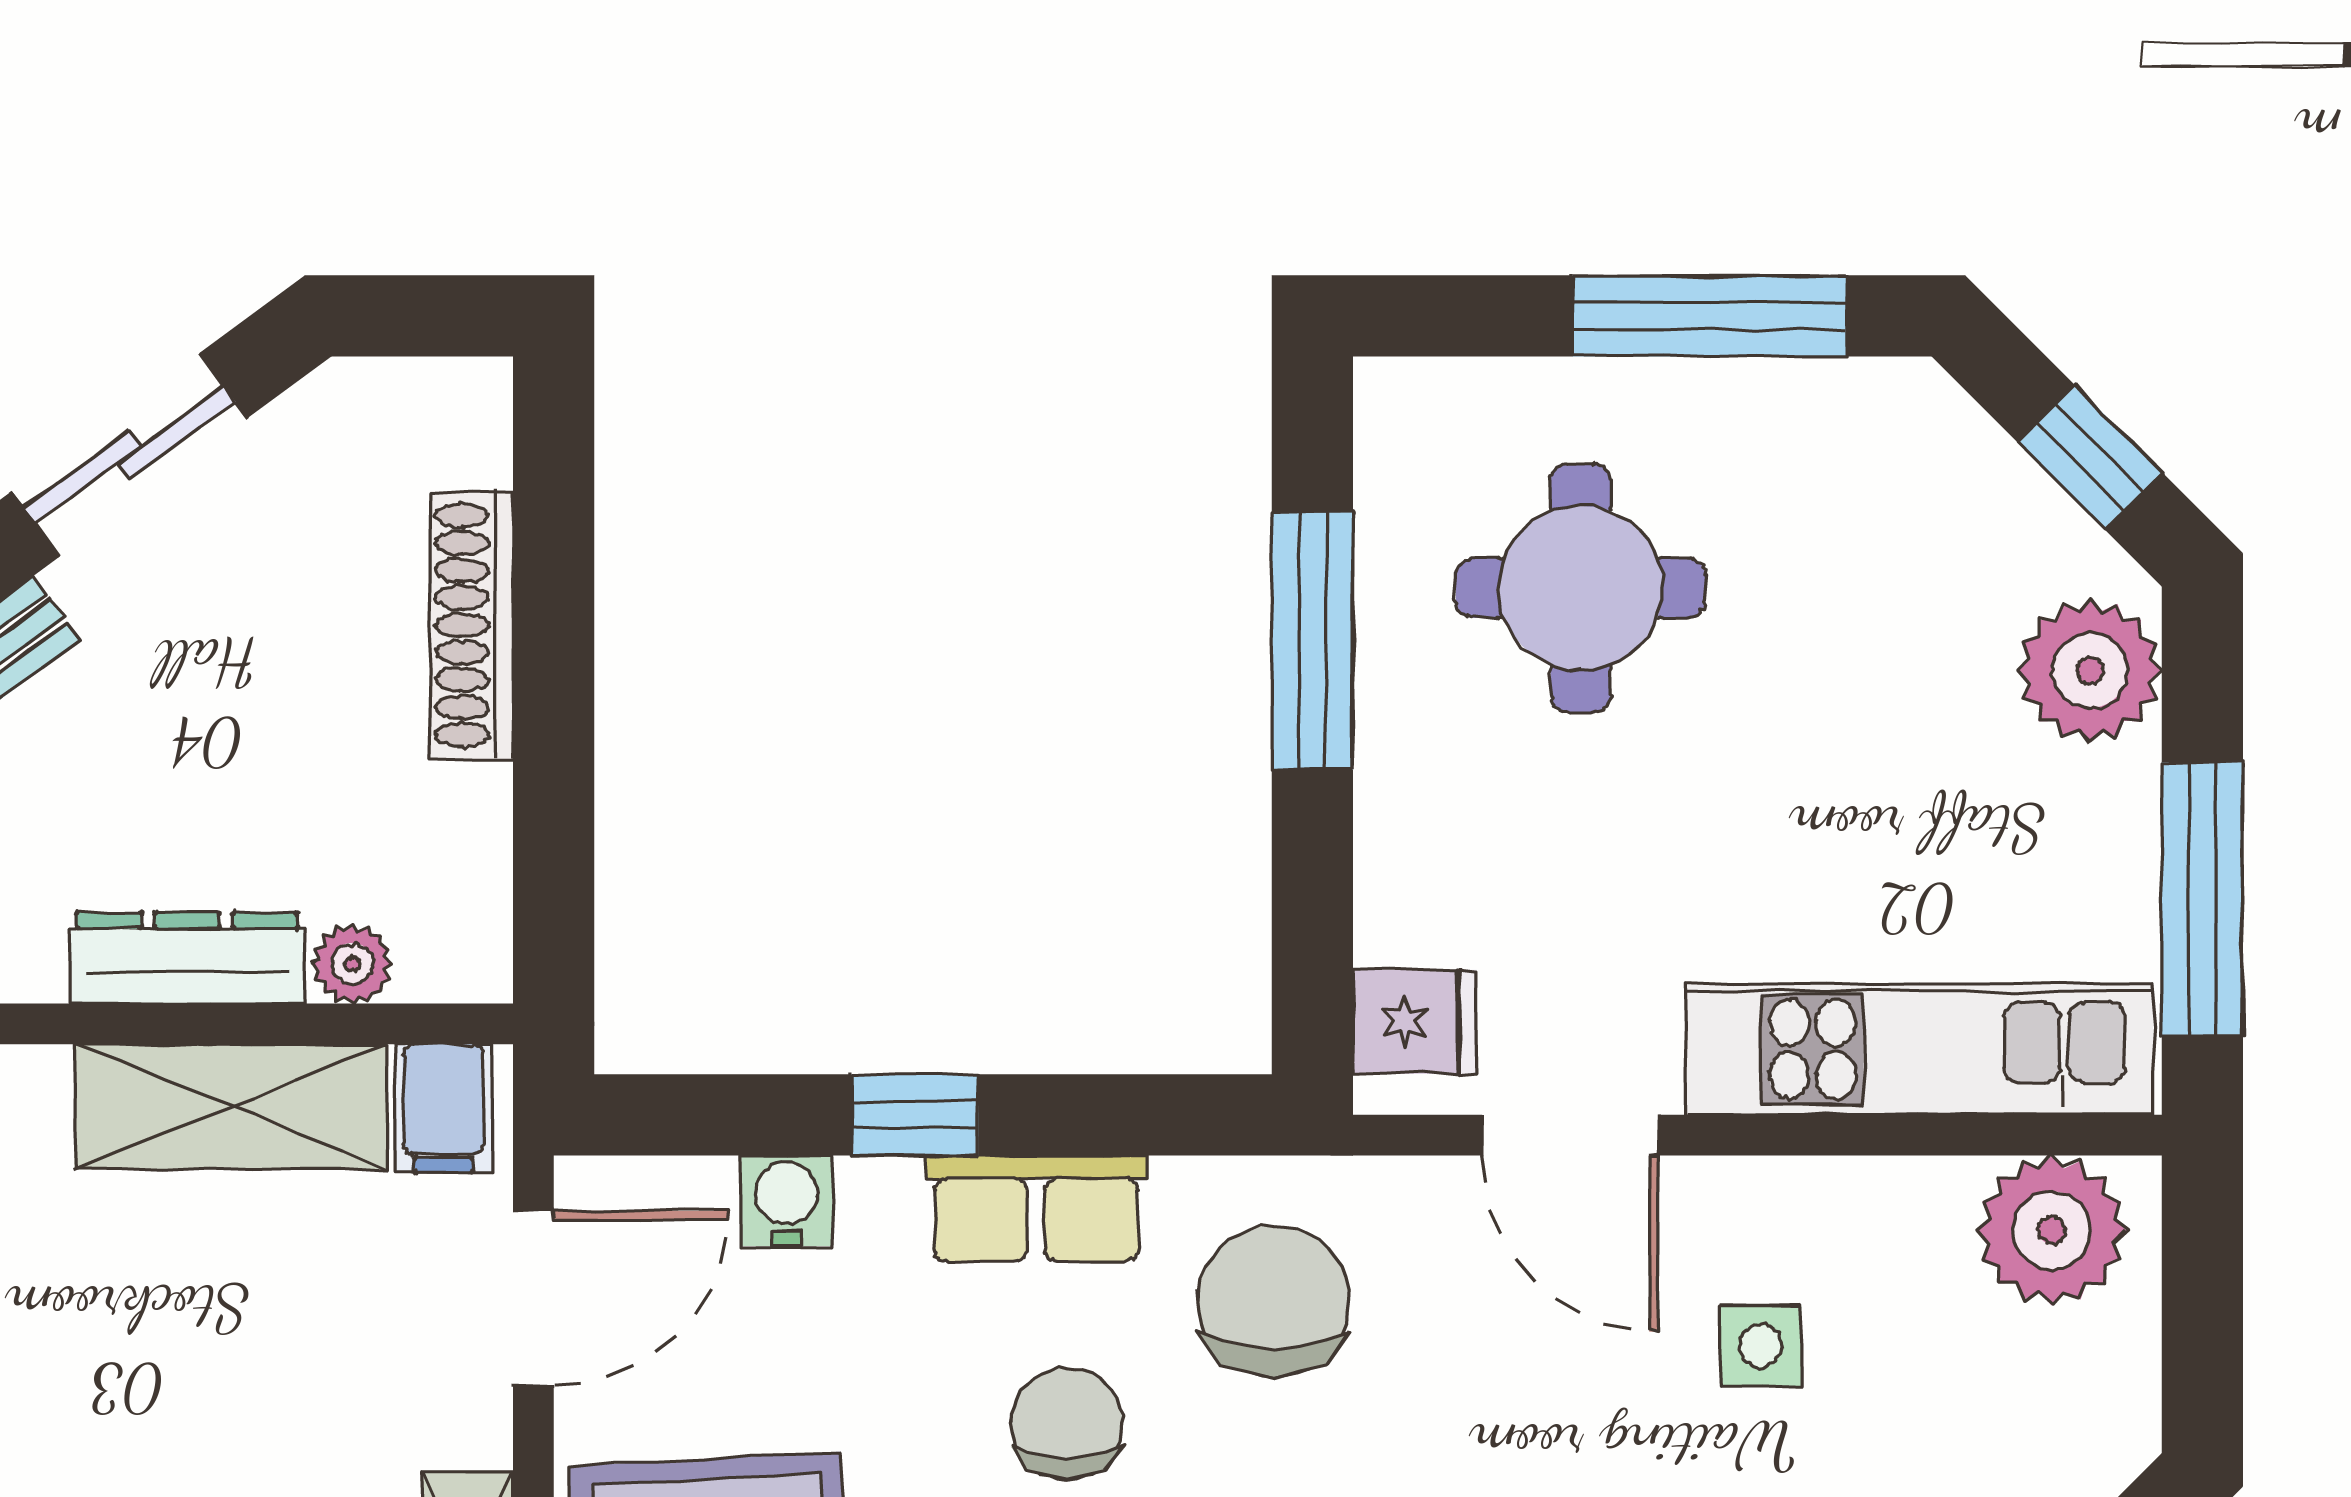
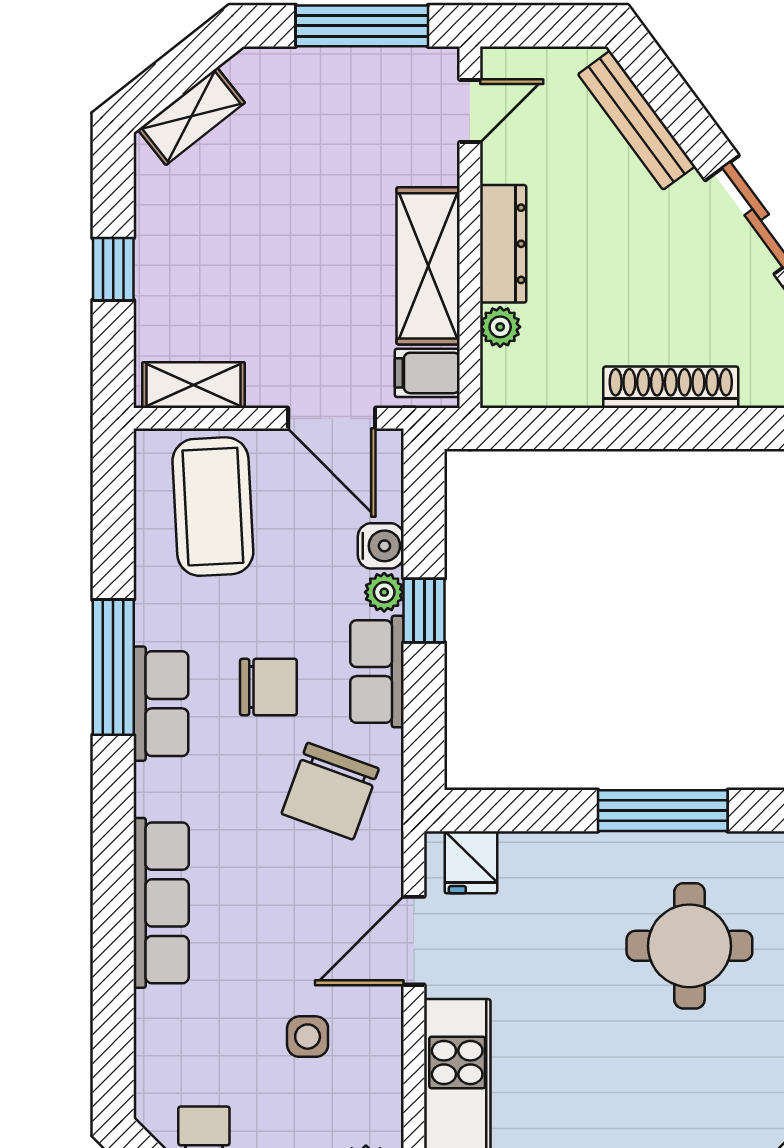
plant: (879, 1194) -> (384, 592), added
chair: (1274, 1301) -> (330, 791), turned 110

